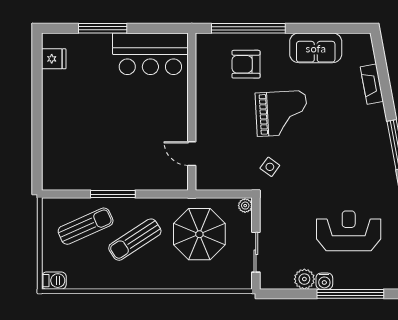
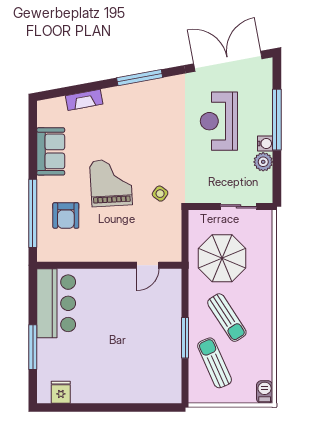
plant: (245, 206) -> (196, 216), removed

